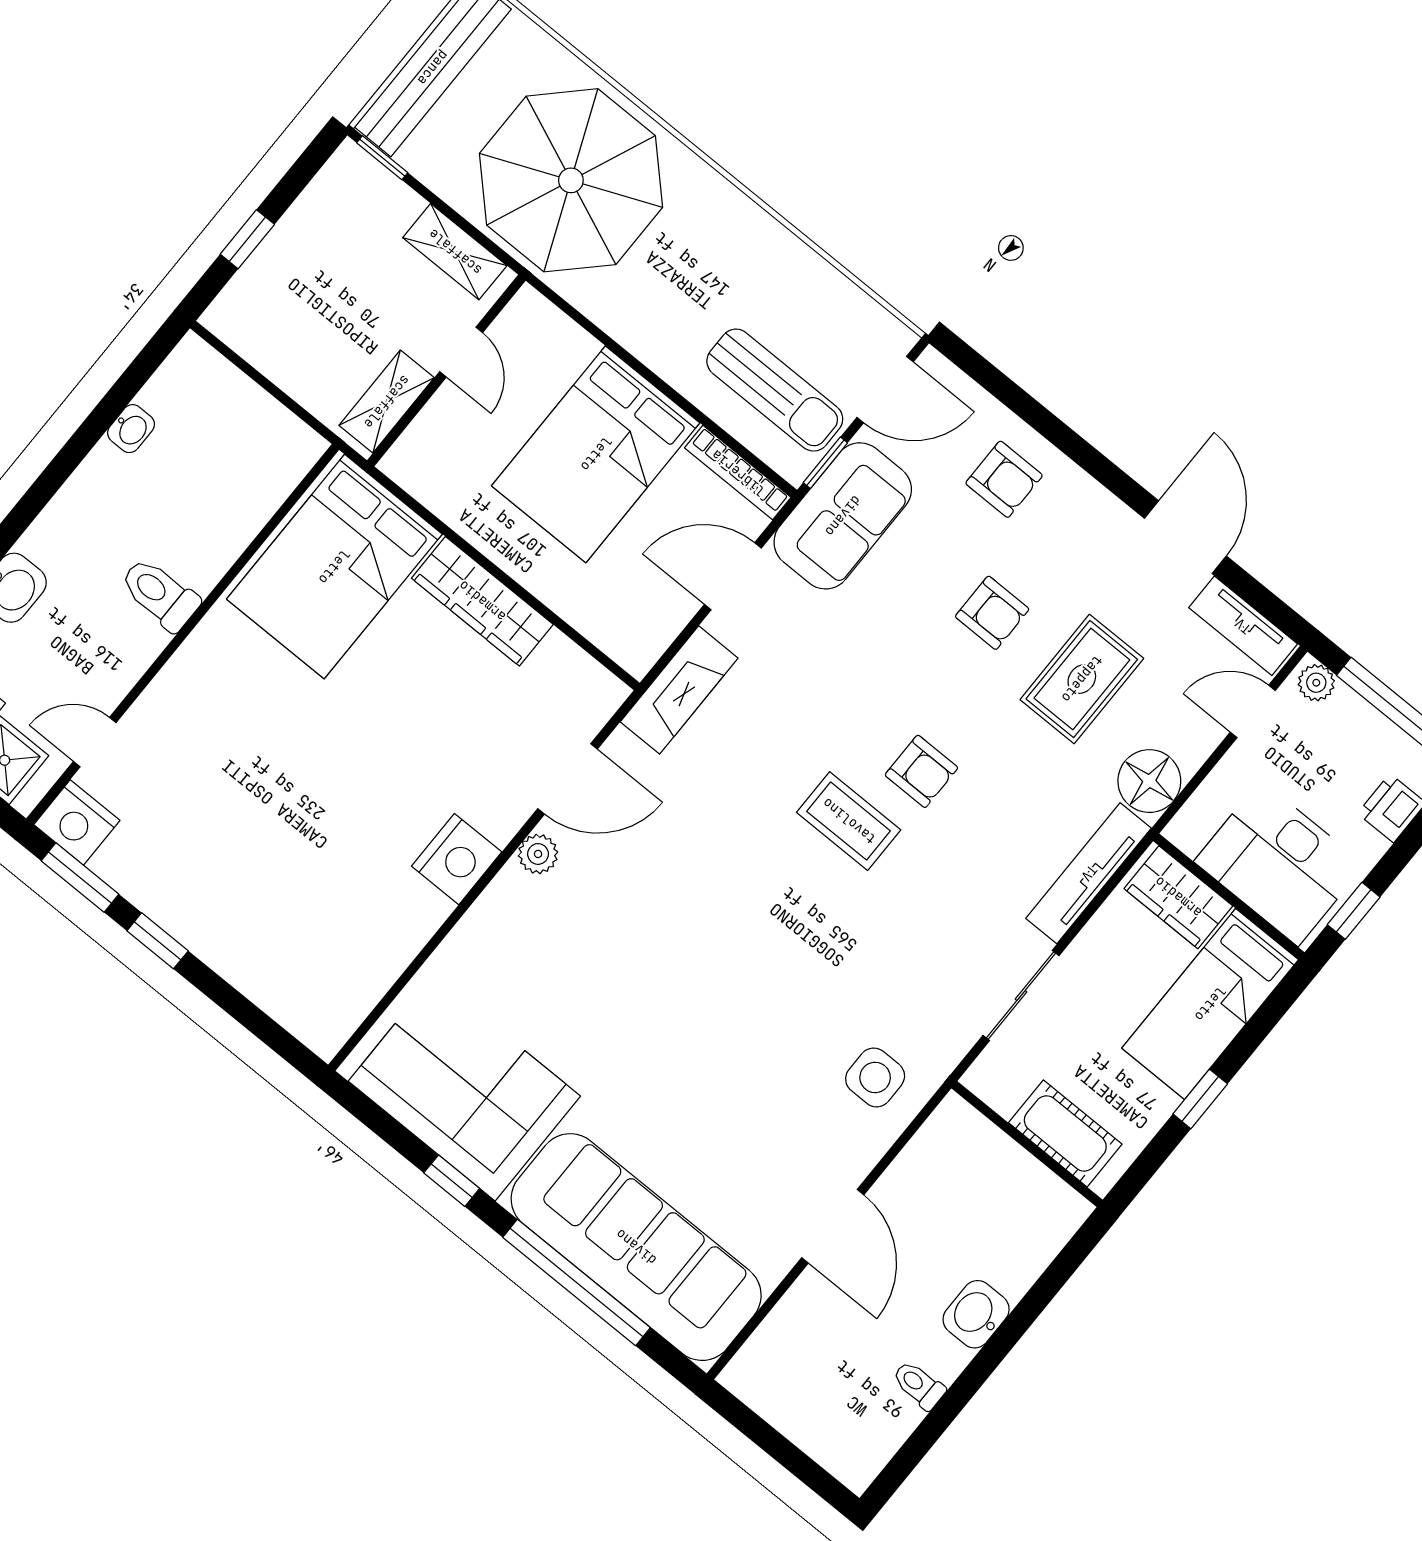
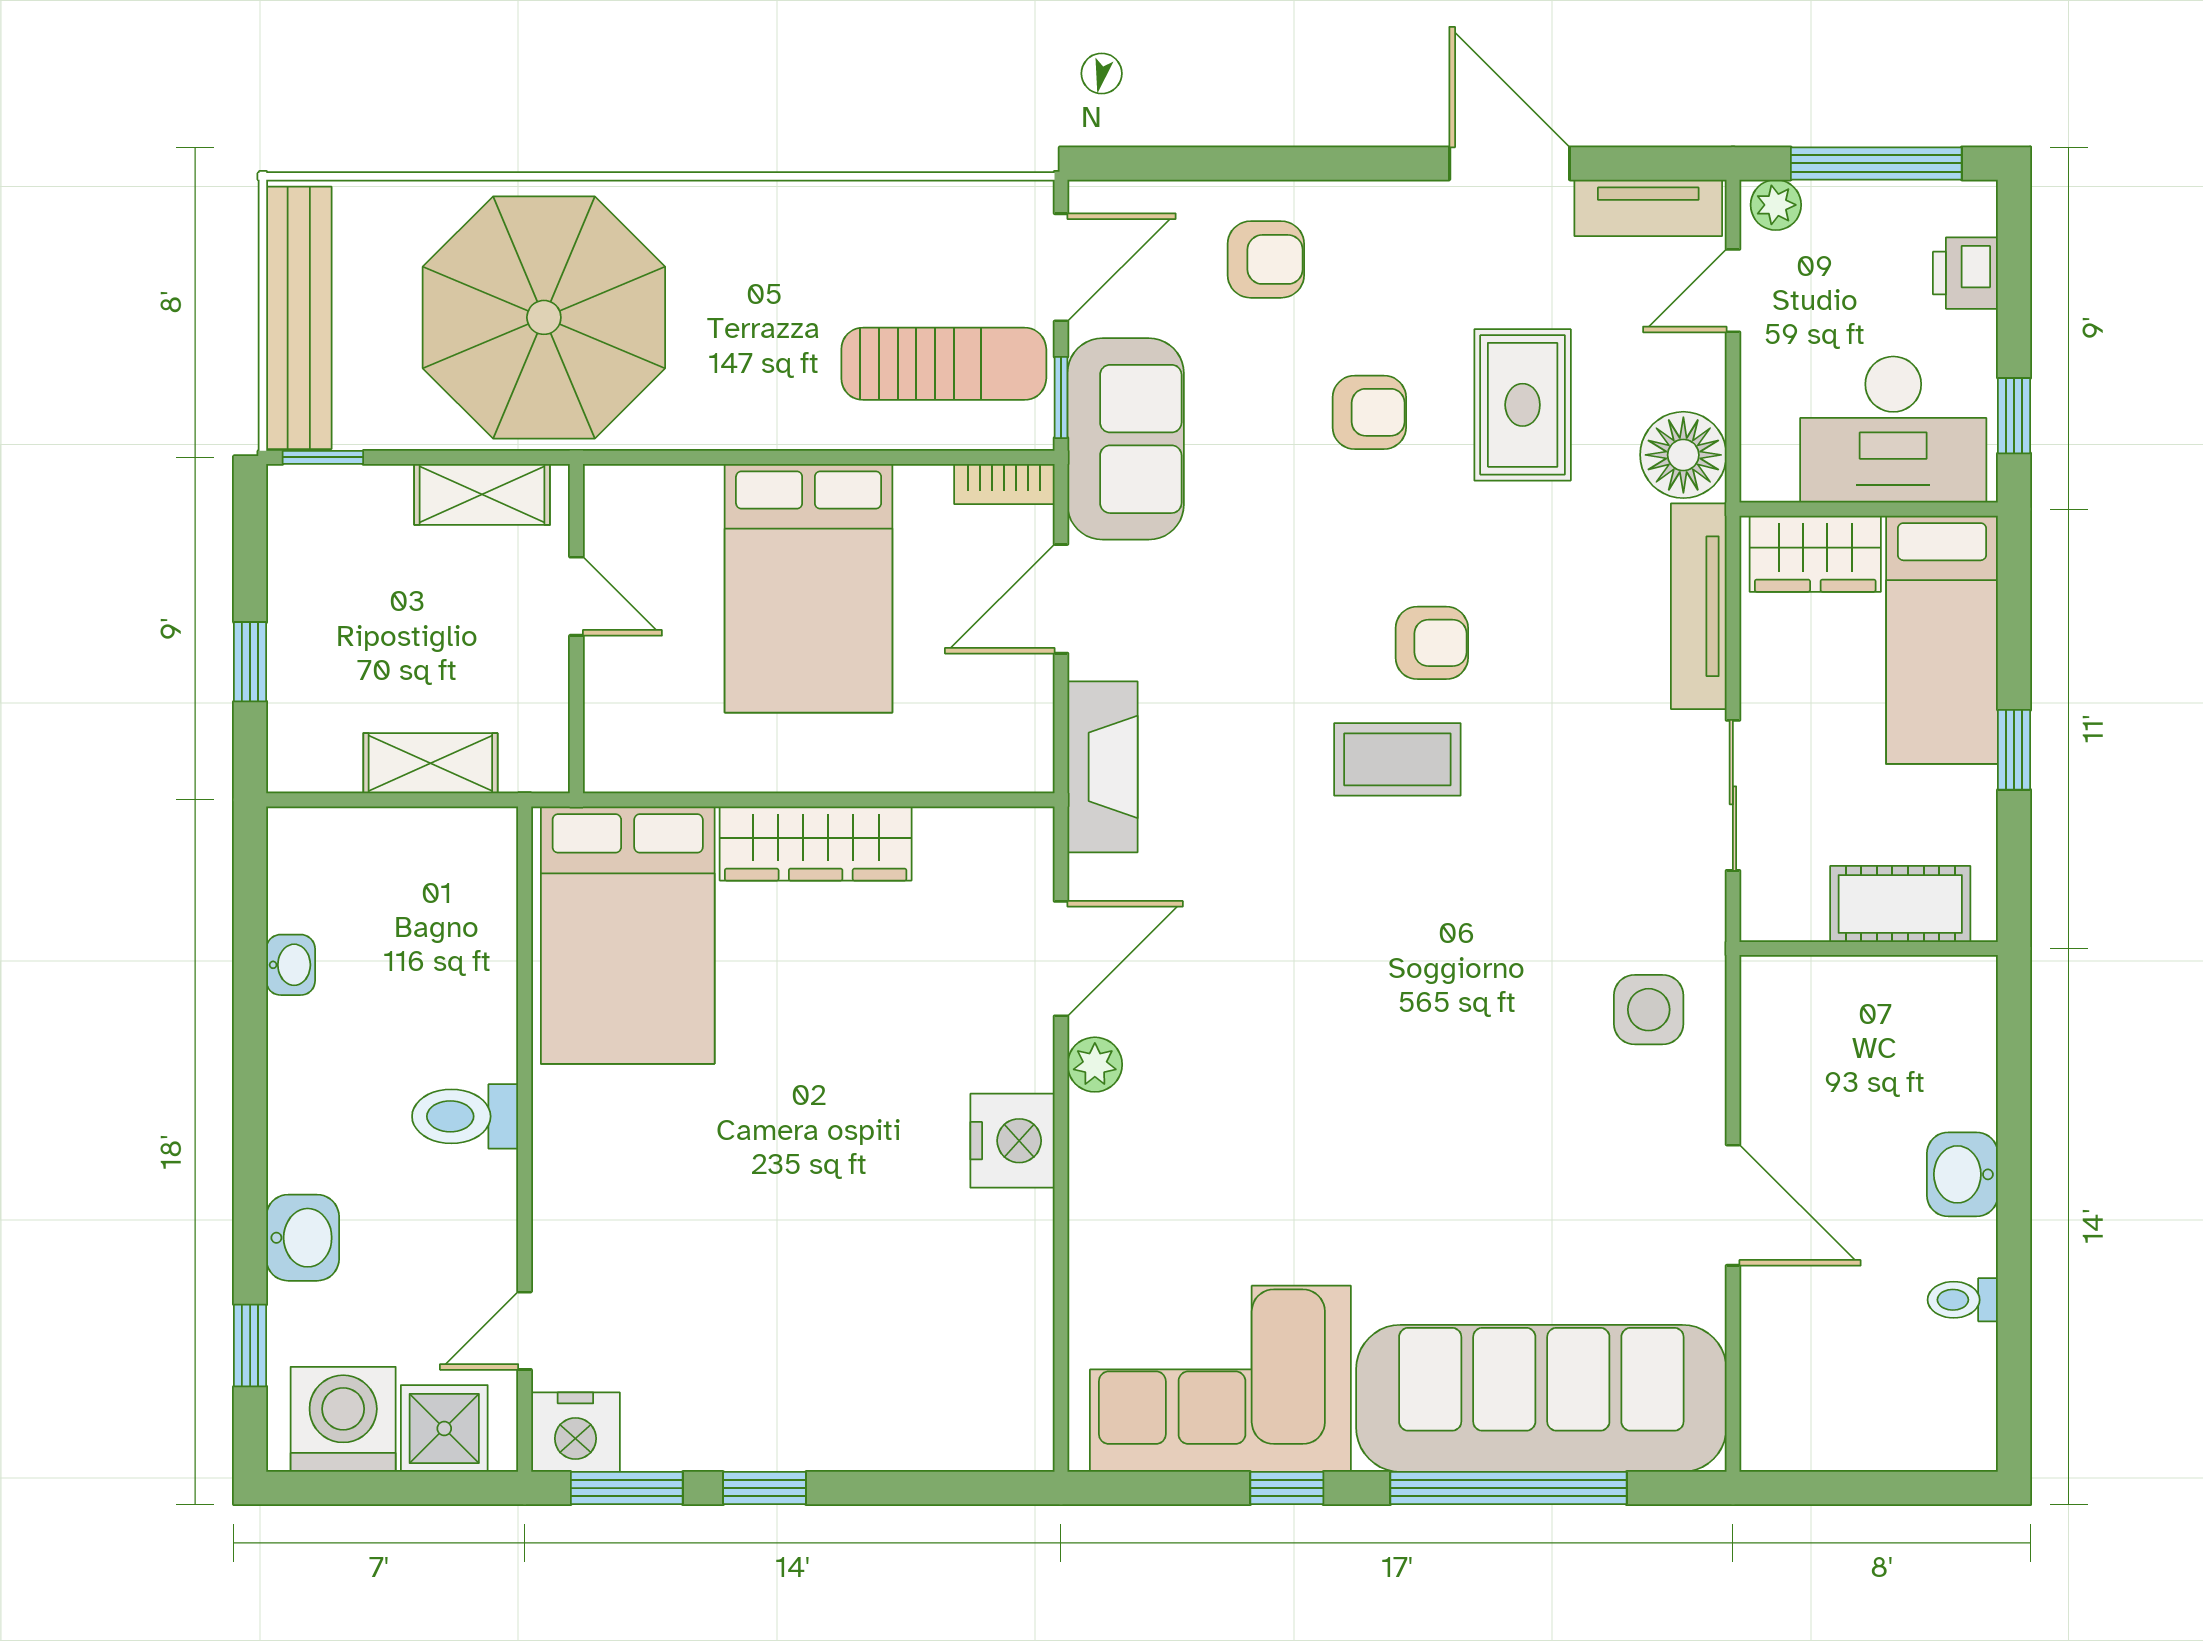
shelving: (387, 402) -> (430, 763), moved, turned 90
bookcase: (738, 473) -> (1004, 484), width x0.64

